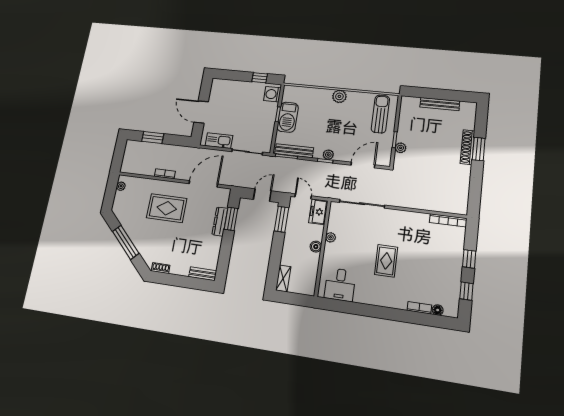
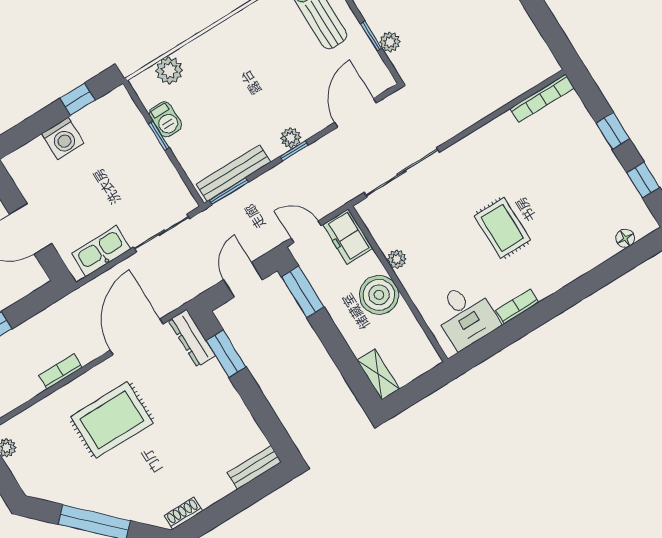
washing machine: (272, 94) -> (63, 138), moved, turned -90
plant: (339, 96) -> (169, 70), moved
barbecue: (288, 117) -> (165, 119), width x0.53, depth x0.65
dresser: (220, 221) -> (192, 338), moved
boiler: (316, 247) -> (379, 295), width x1.86, depth x1.86
bookcase: (419, 308) -> (517, 307), moved

